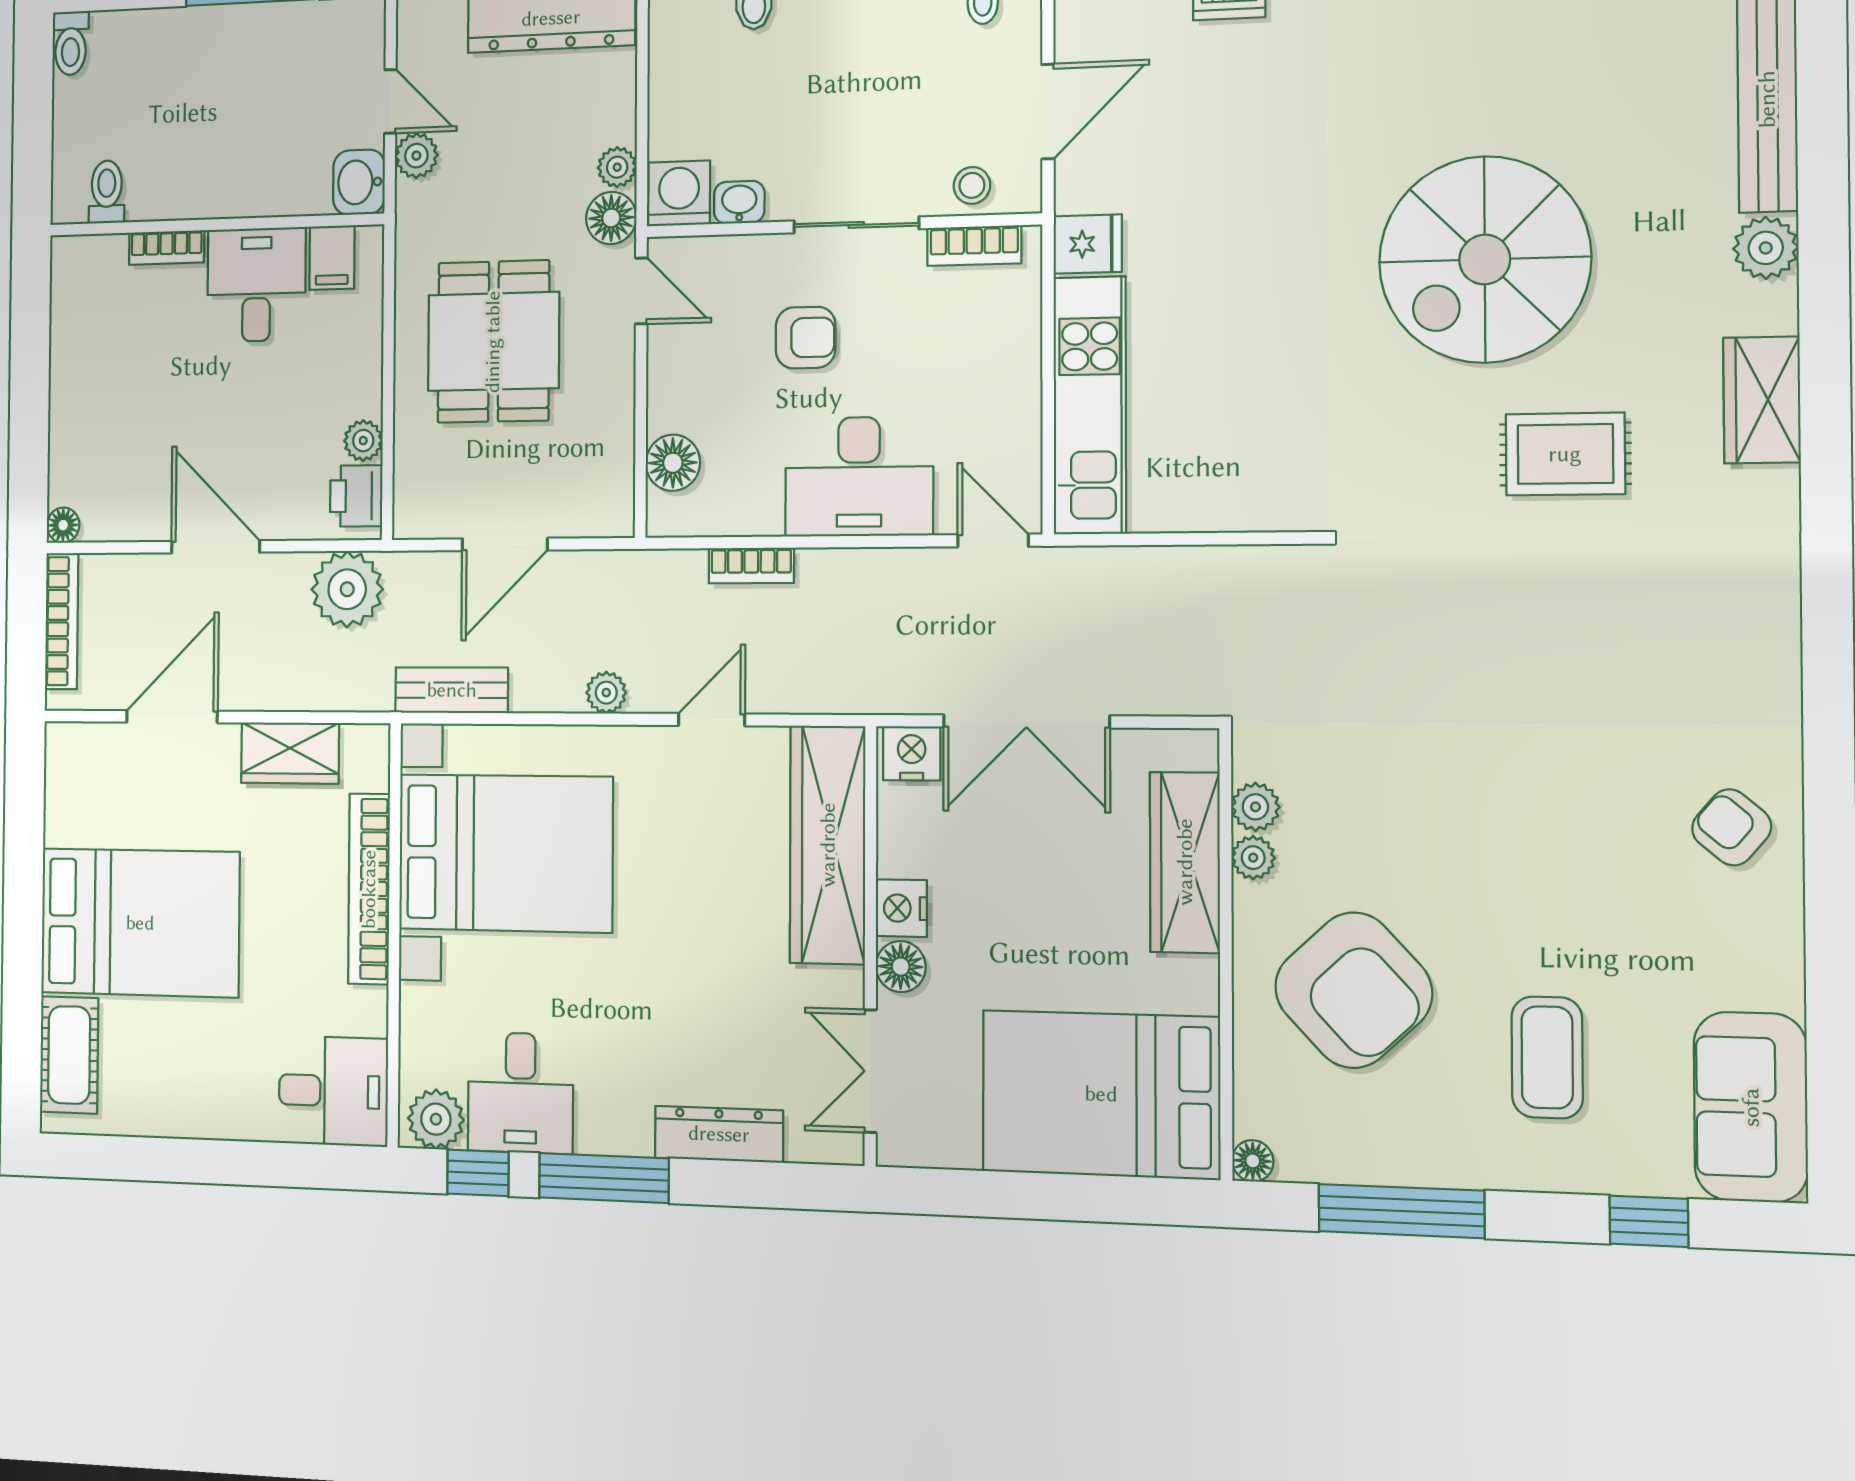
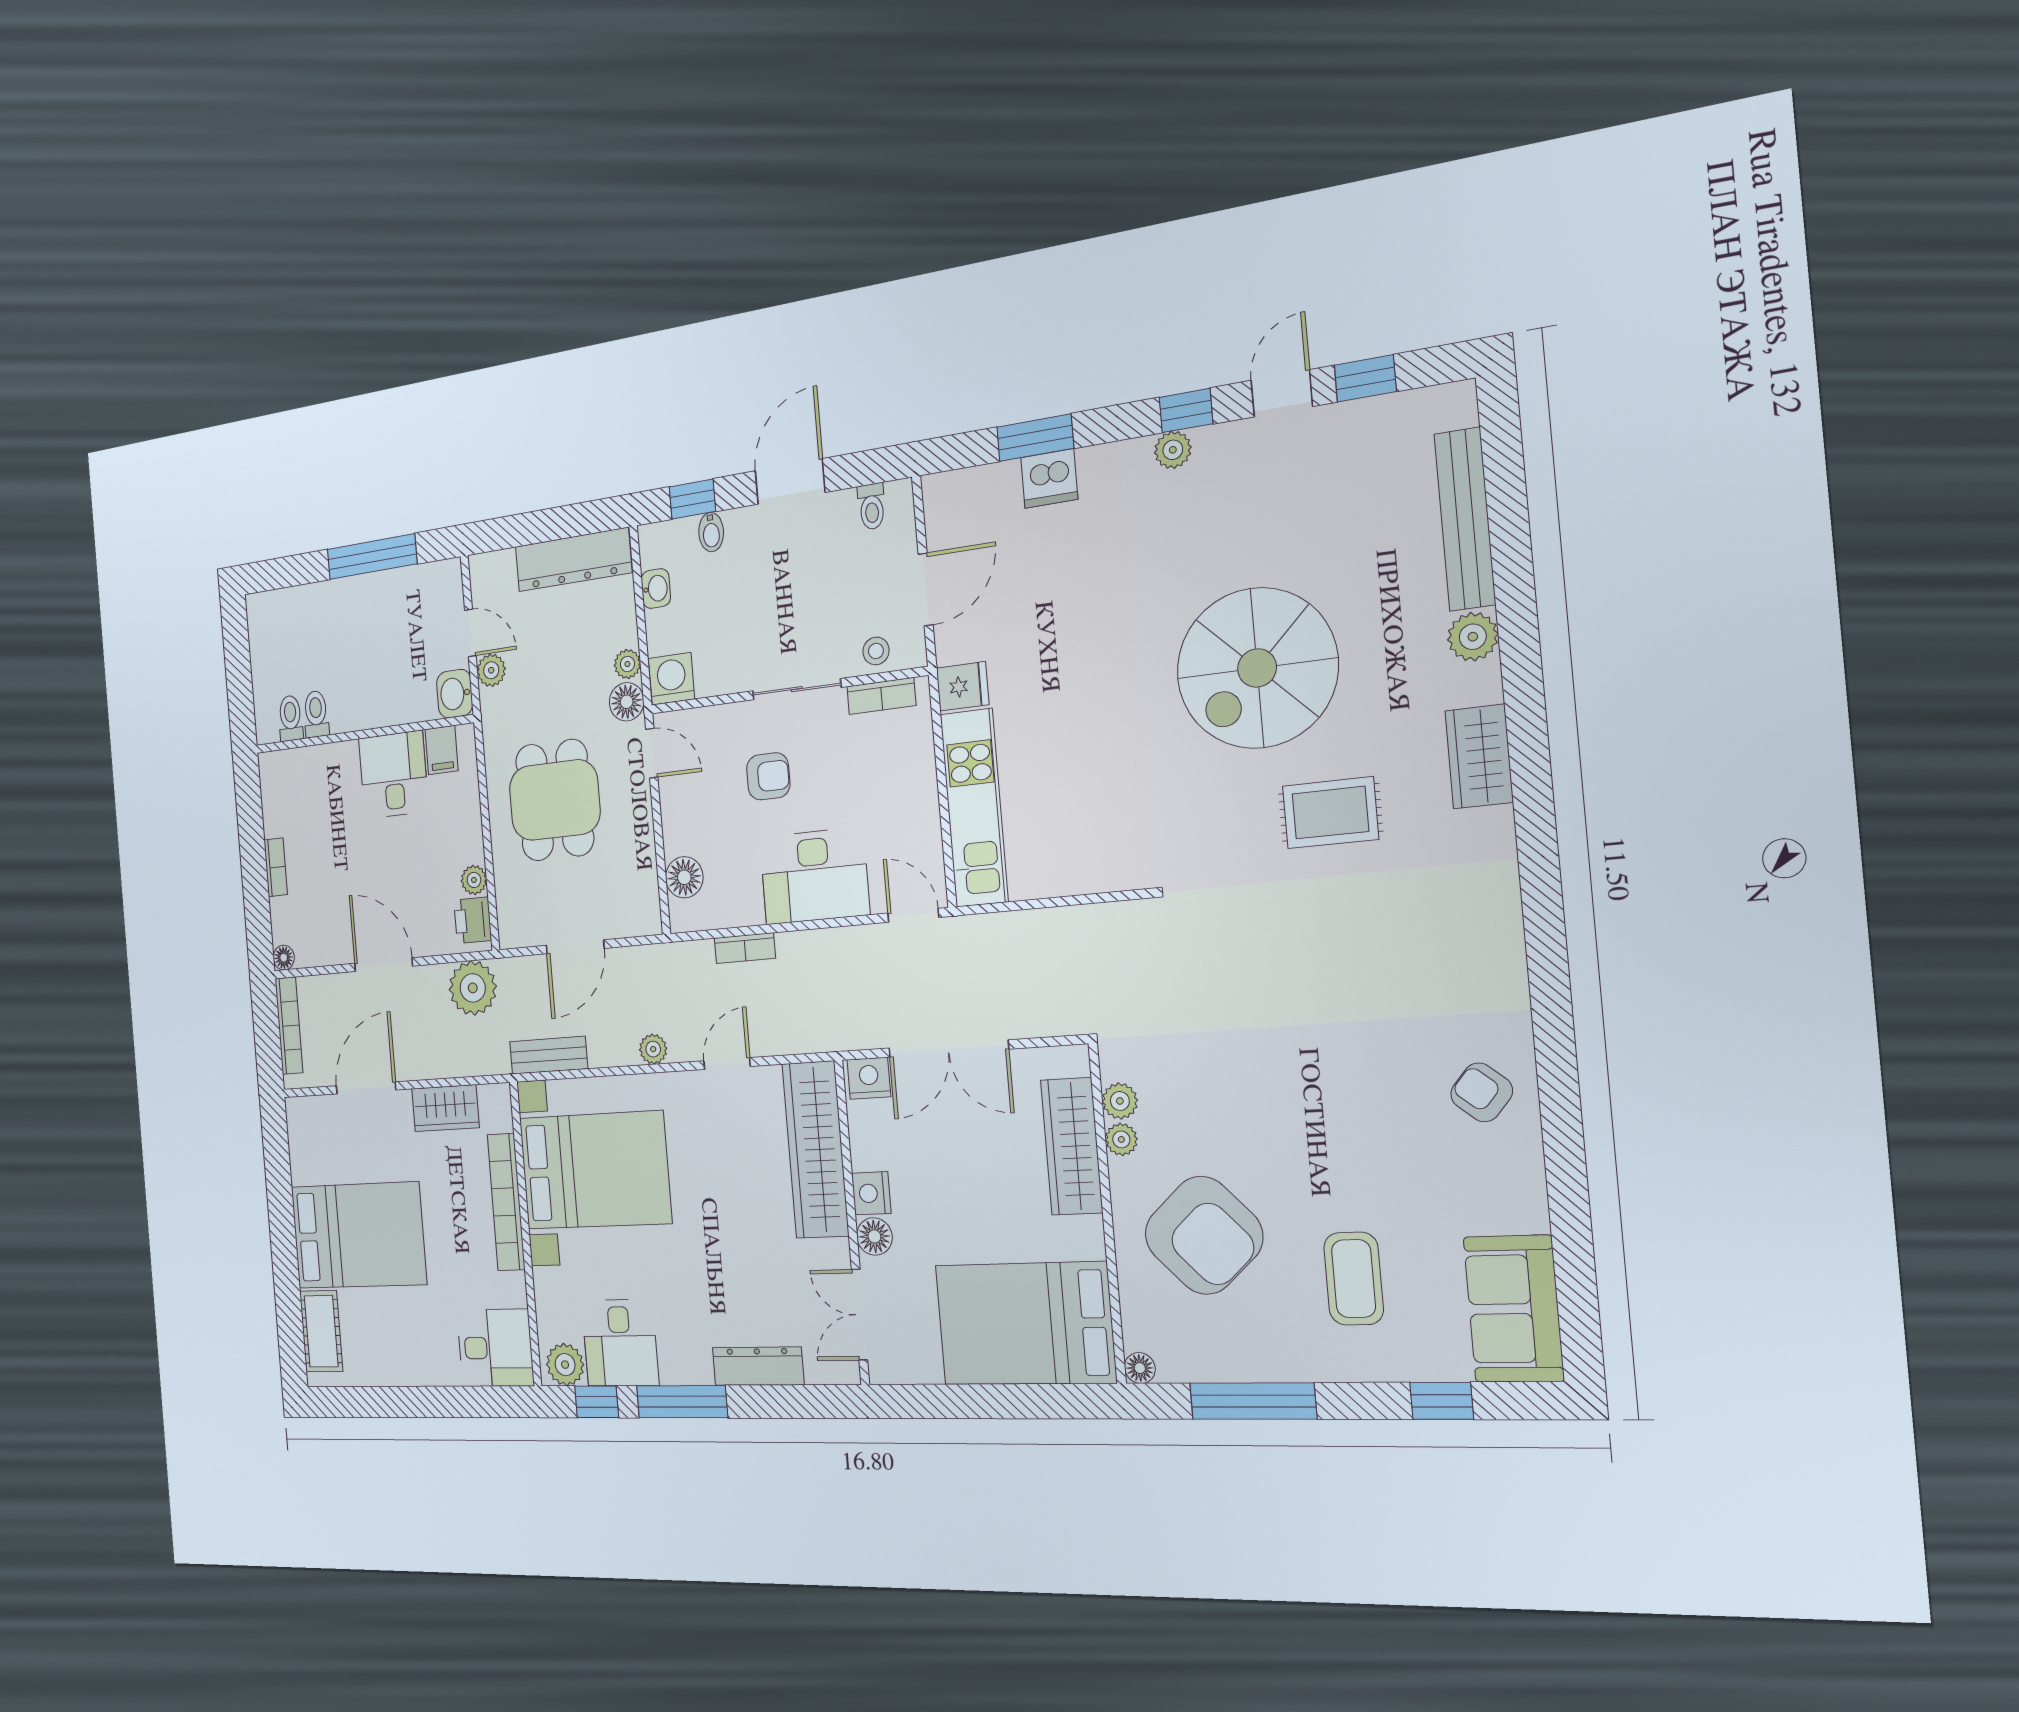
toilet: (71, 43) -> (316, 714), moved, turned 180
washbasin: (739, 202) -> (656, 588), moved, turned 90
bookcase: (167, 248) -> (276, 867), moved, turned -90

